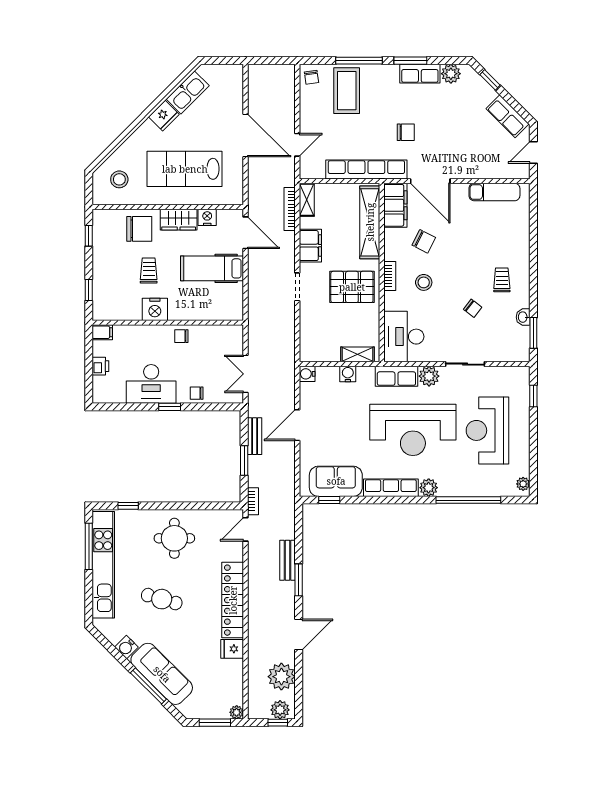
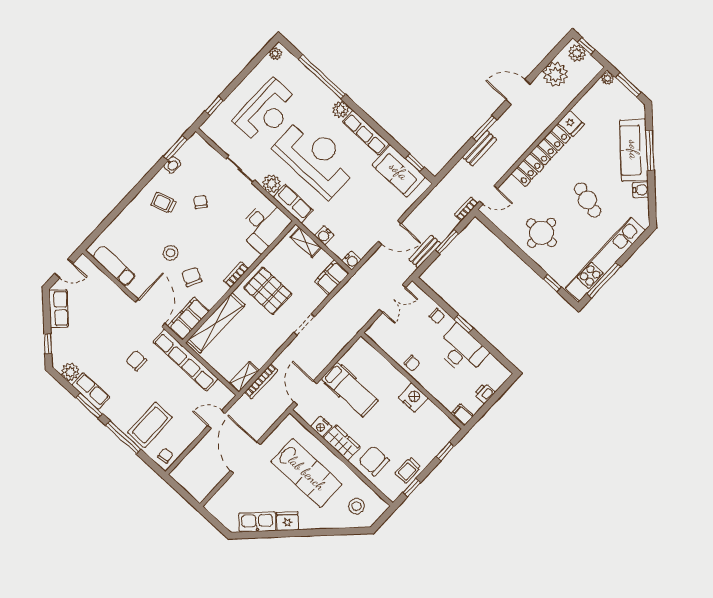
filing cabinet: (310, 246) -> (332, 277), moved
trolley: (149, 271) -> (408, 470), moved
trolley: (502, 280) -> (164, 203), turned 71
stool: (424, 282) -> (171, 253), moved

